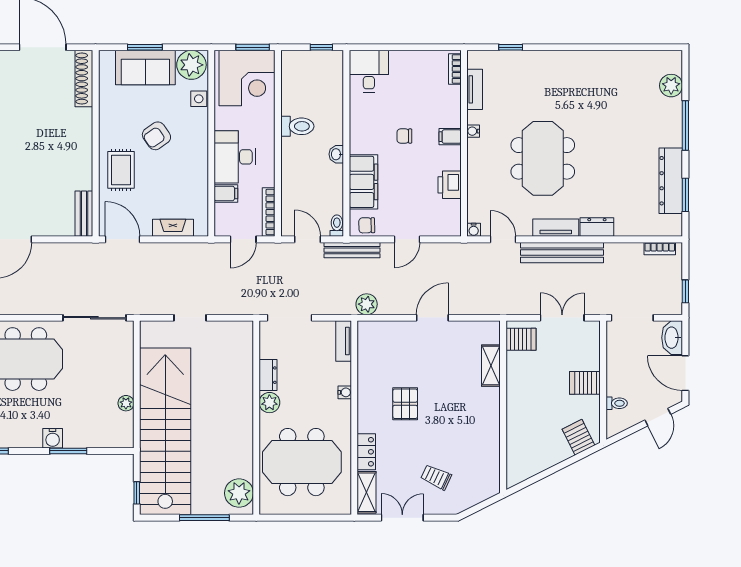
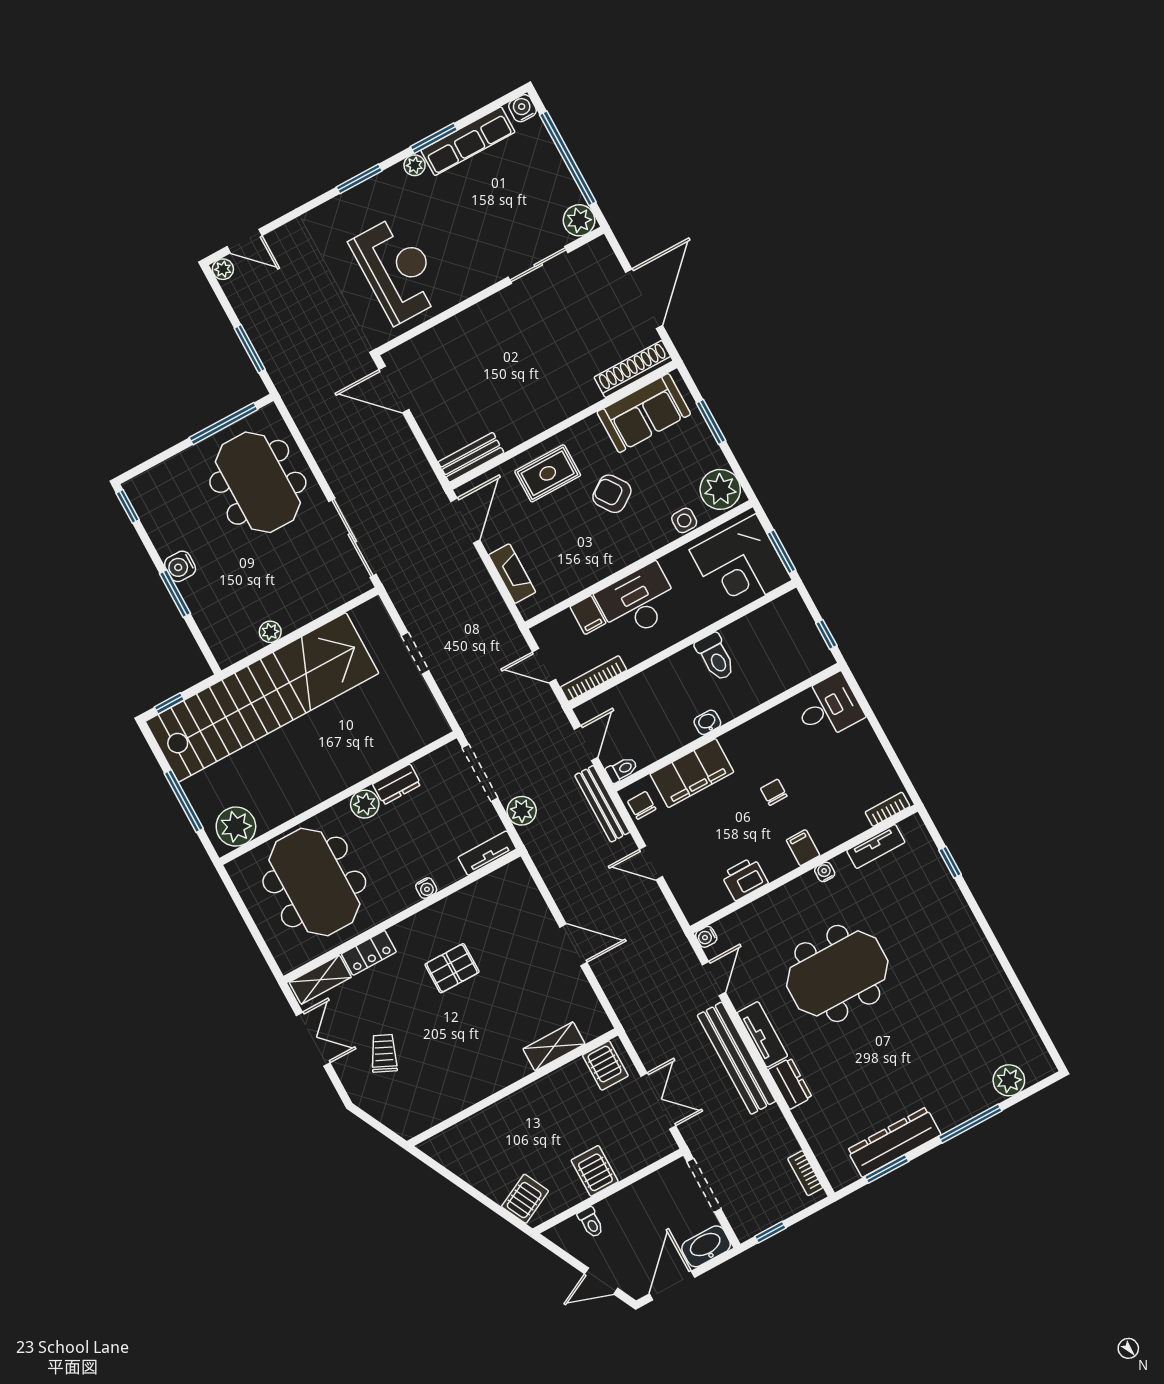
sofa: (145, 68) -> (644, 413), moved, turned -90
plant: (367, 304) -> (522, 811), moved

